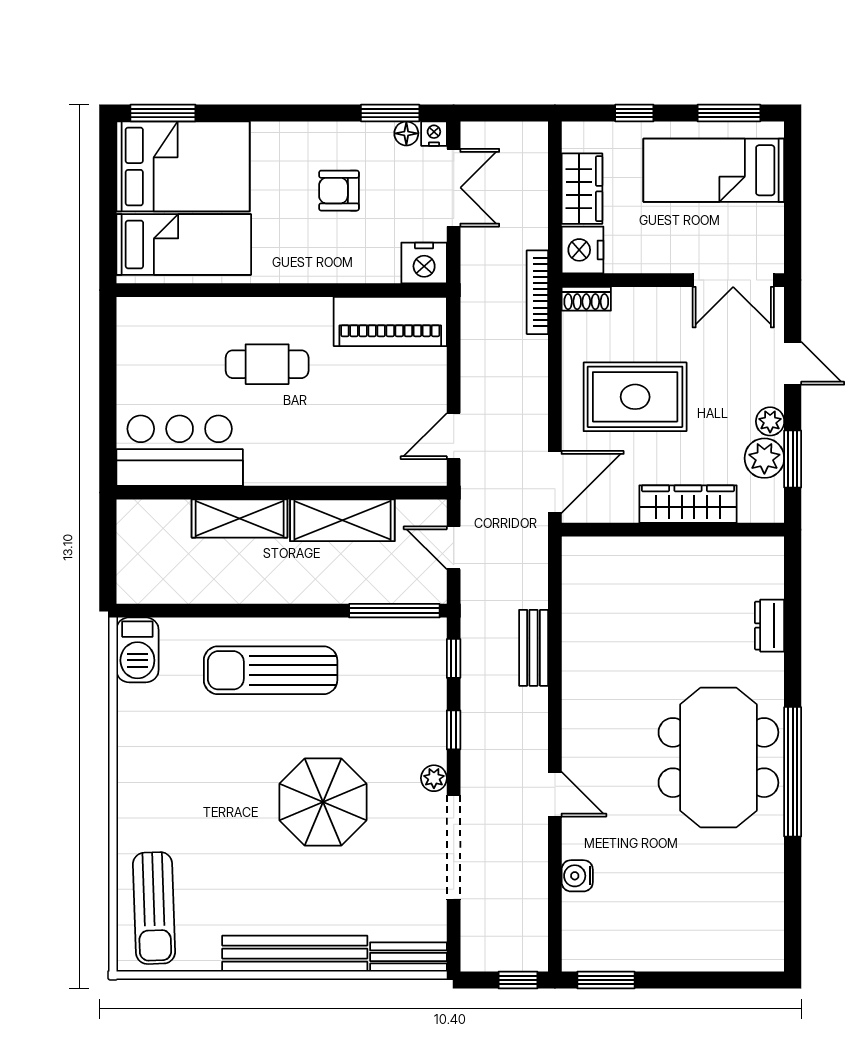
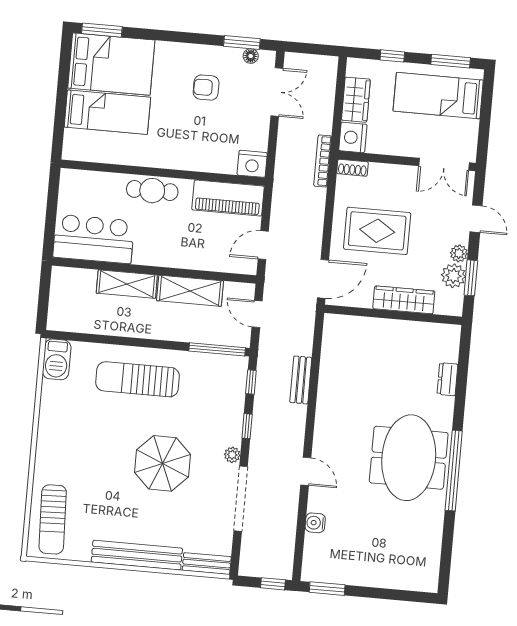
nightstand: (434, 134) -> (268, 58), removed
nightstand: (424, 263) -> (252, 164), moved
wall: (282, 290) -> (163, 173), moved
piano: (390, 321) -> (228, 198), moved

